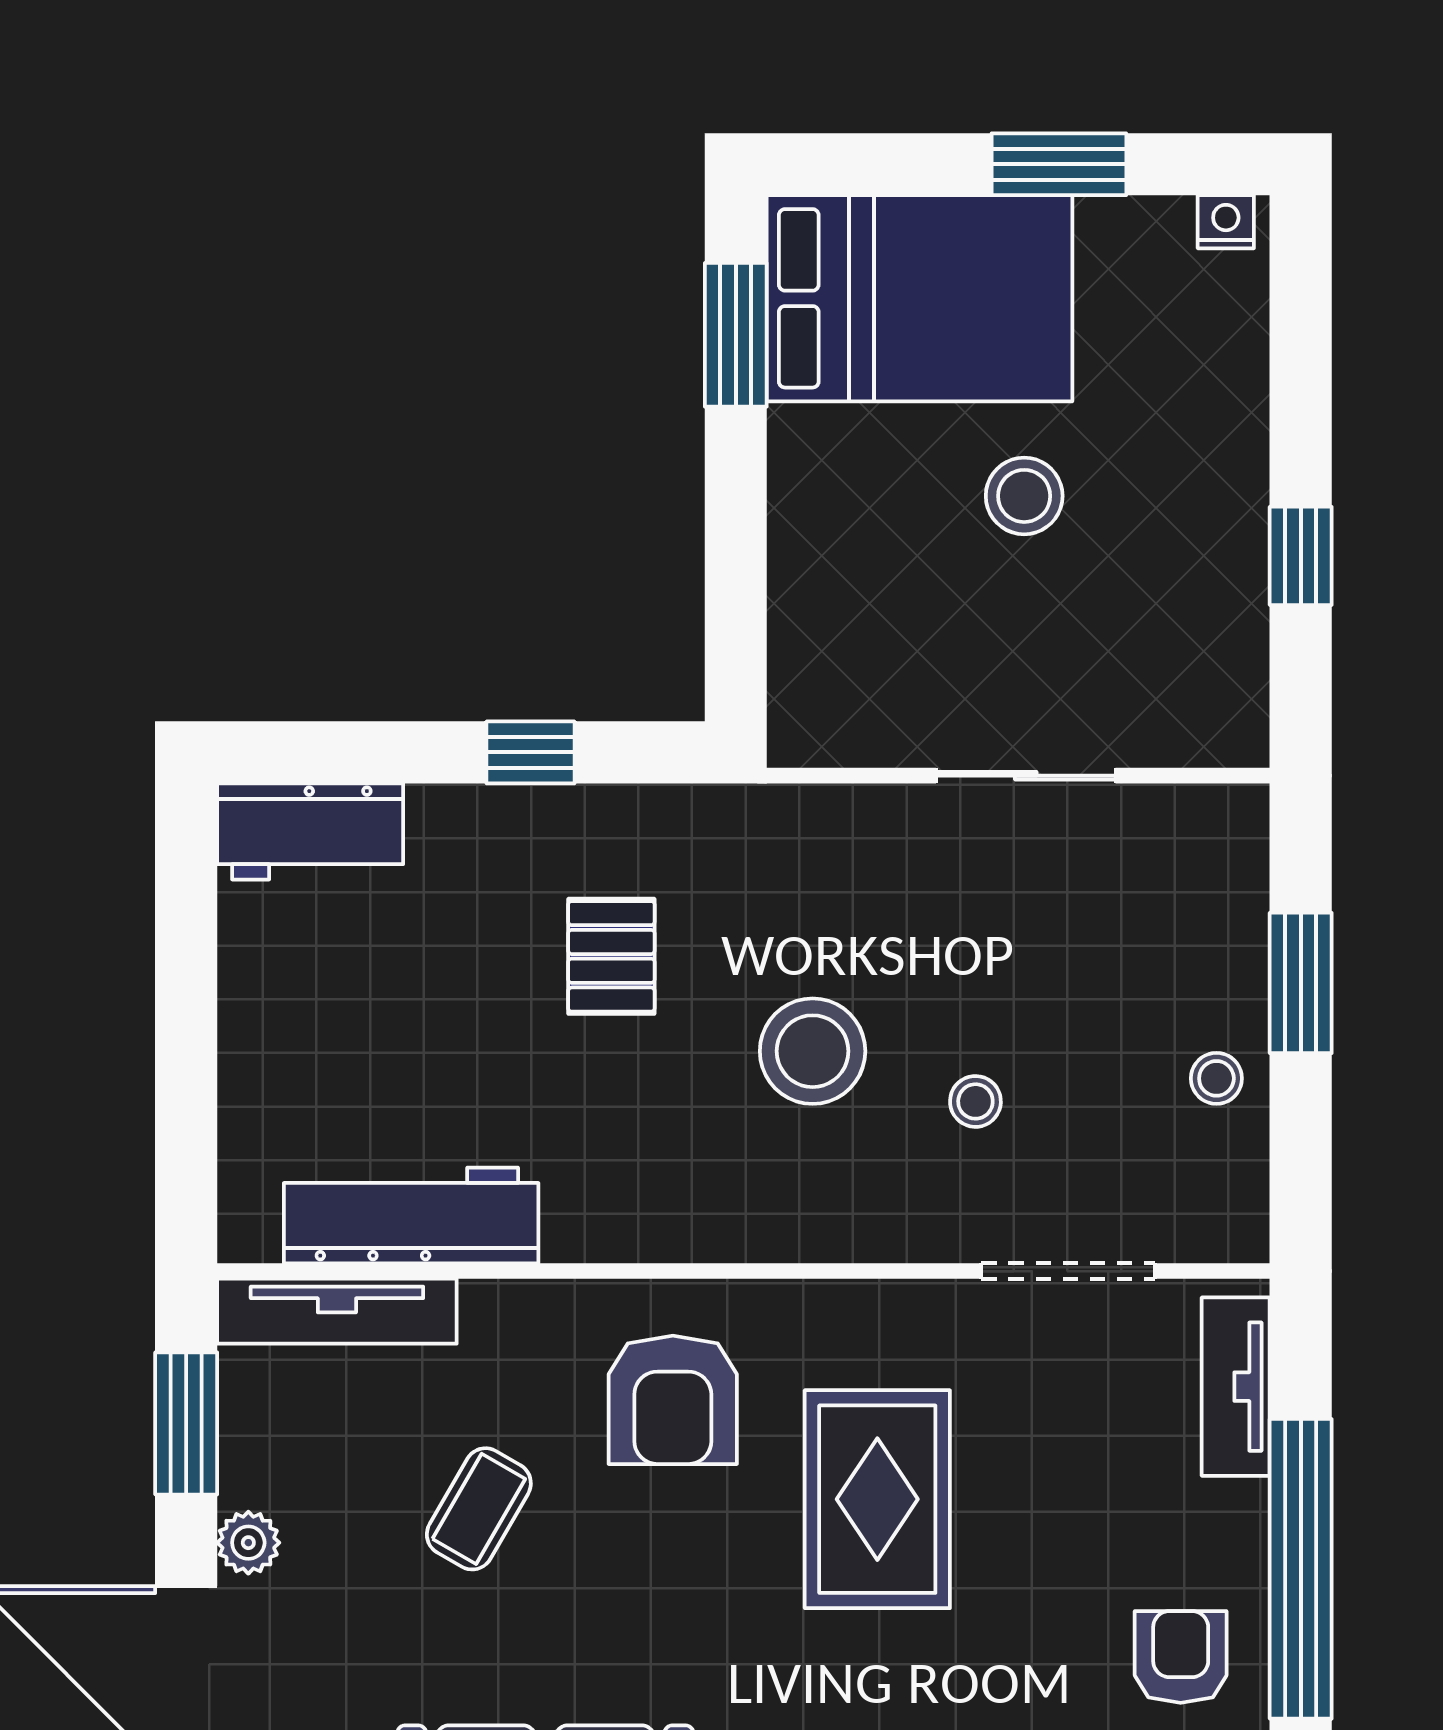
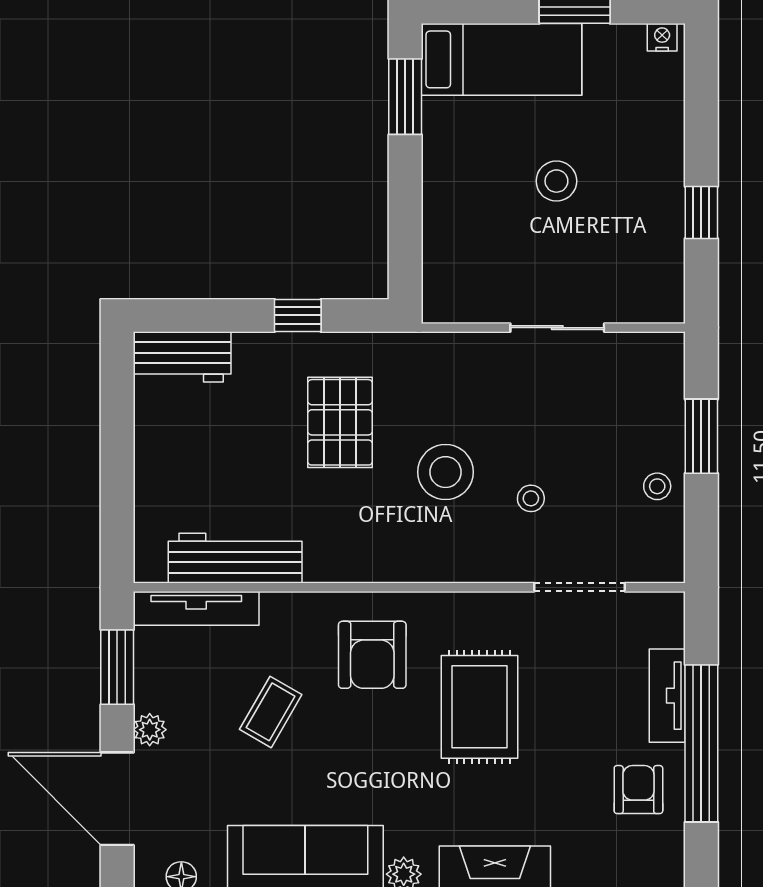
bed: (919, 298) -> (502, 59), width x0.67
pallet: (611, 956) -> (340, 422), width x1.50, depth x1.42
tv unit: (1236, 1387) -> (667, 696), moved

